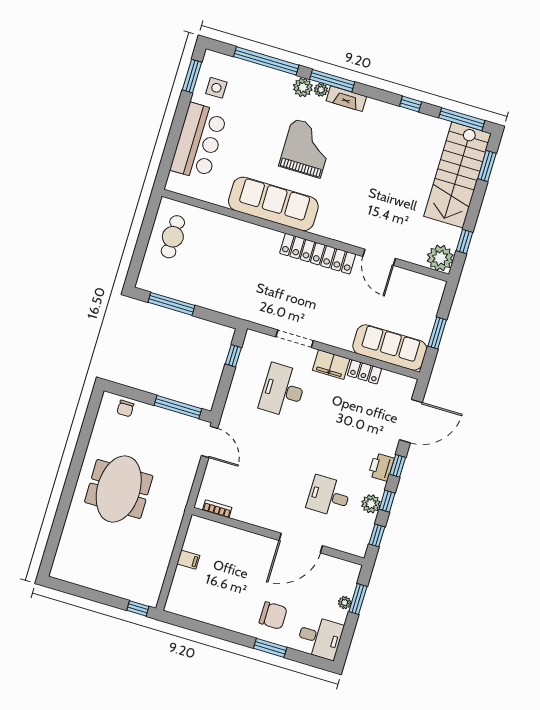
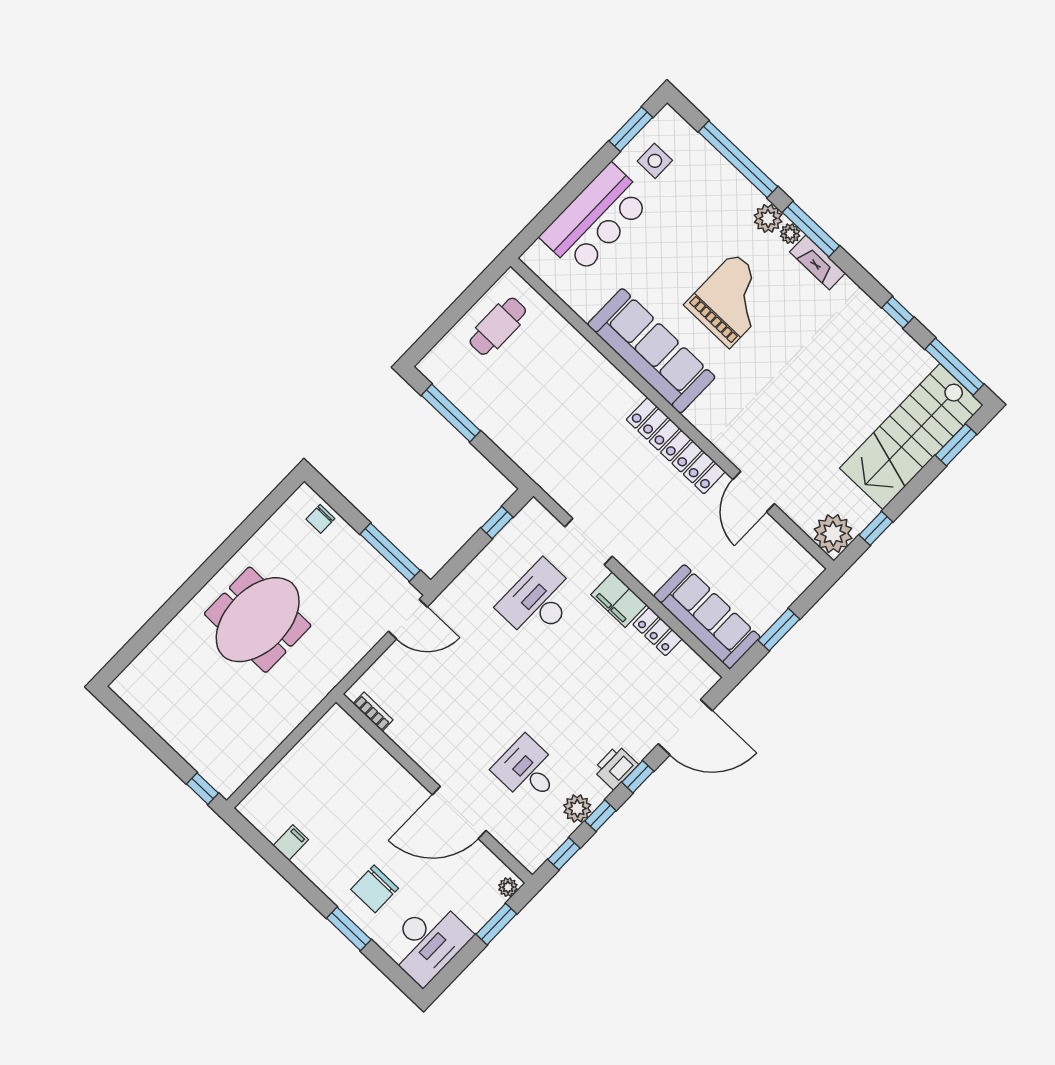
door: (209, 442) -> (408, 619), hinge flipped
filing cabinet: (188, 560) -> (291, 843), moved, turned -90
plant: (345, 603) -> (508, 887), moved
chair: (273, 616) -> (375, 889), turned 90
desk: (320, 638) -> (428, 942), width x1.37

